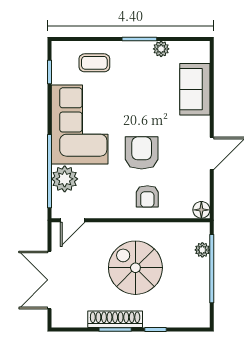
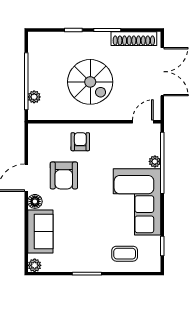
plant: (161, 49) -> (35, 265), moved
armchair: (142, 153) -> (64, 175), moved
plant: (65, 179) -> (155, 161), width x0.53, depth x0.53
floor lamp: (201, 210) -> (35, 201), moved
shoe rack: (115, 319) -> (134, 39), moved

